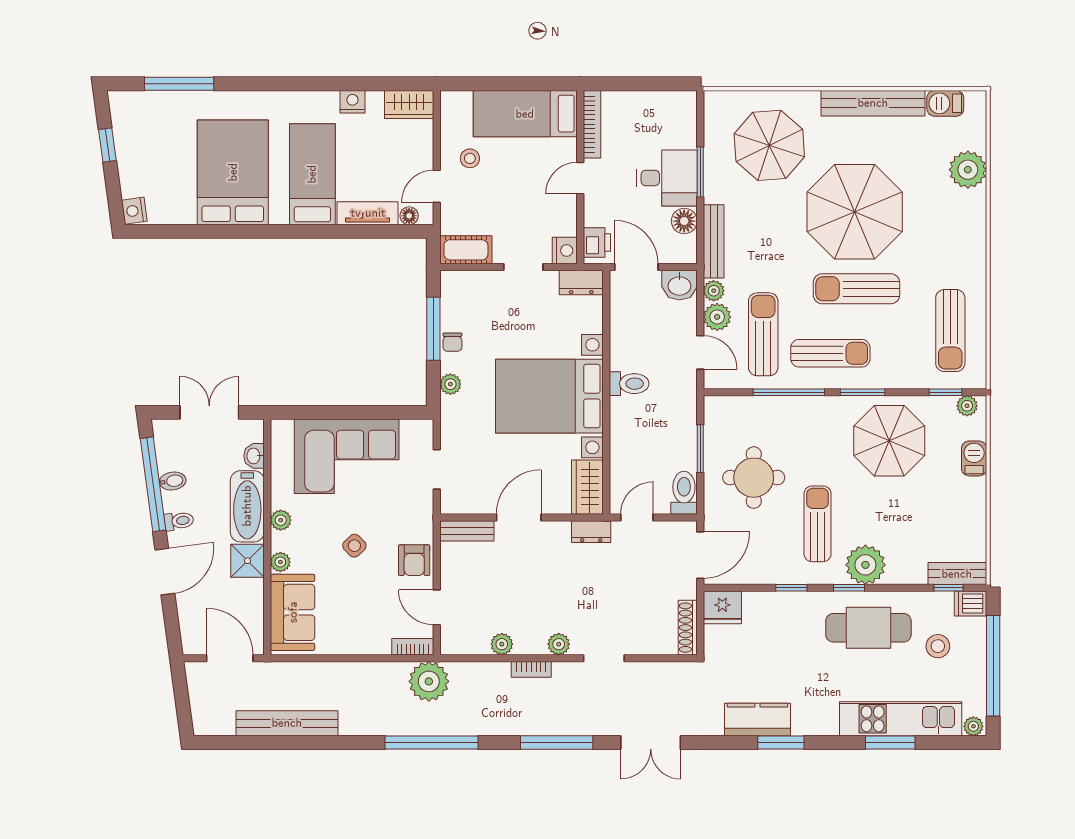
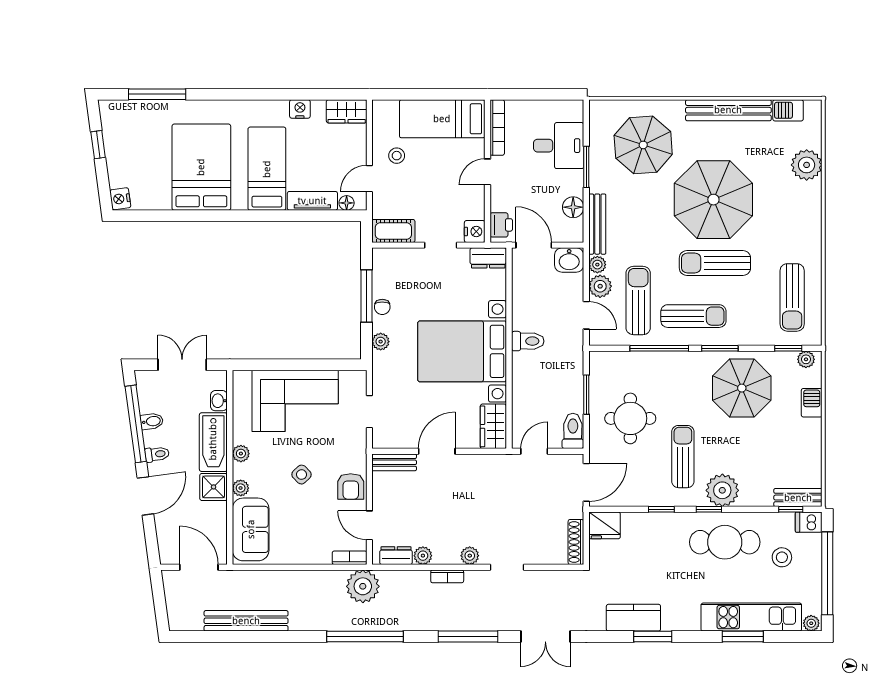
desk: (667, 178) -> (559, 146), moved
dresser: (591, 532) -> (396, 556), moved, turned 180

